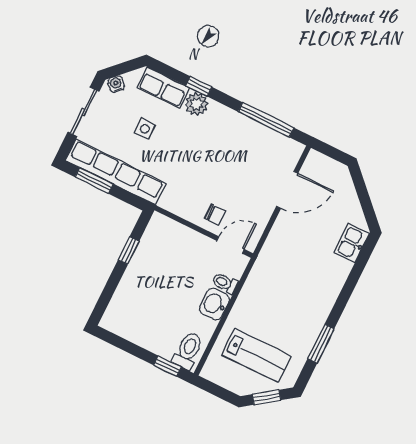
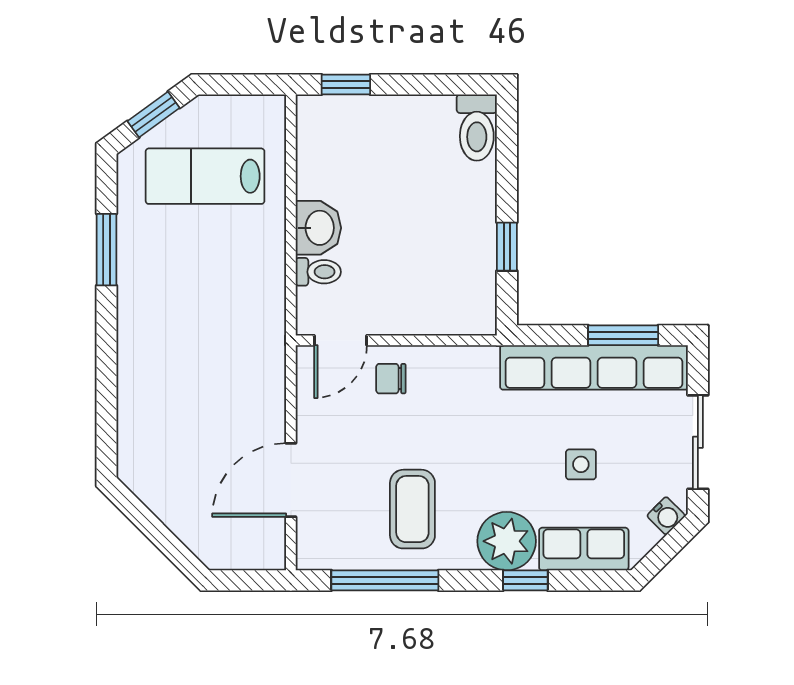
plant: (197, 104) -> (507, 541), width x1.36, depth x1.36
coffee table: (236, 147) -> (412, 509), added
kitchen sink: (352, 243) -> (139, 444), removed
toilet: (188, 351) -> (477, 128), moved

